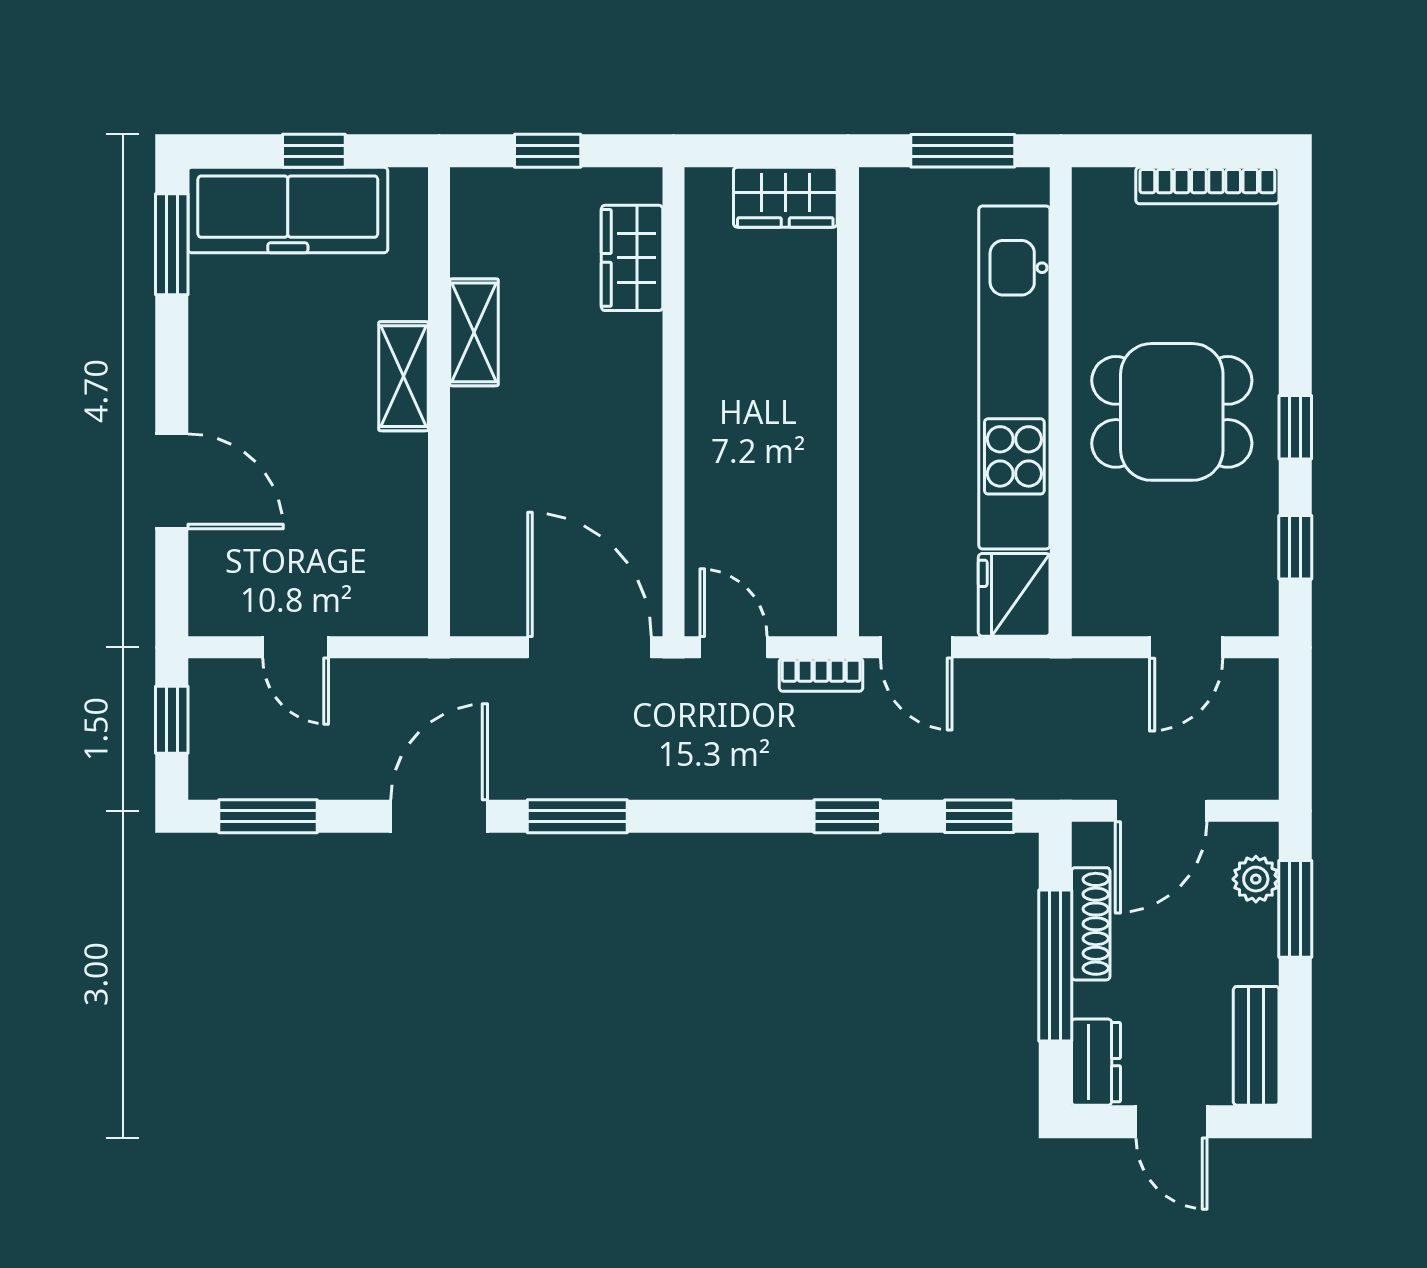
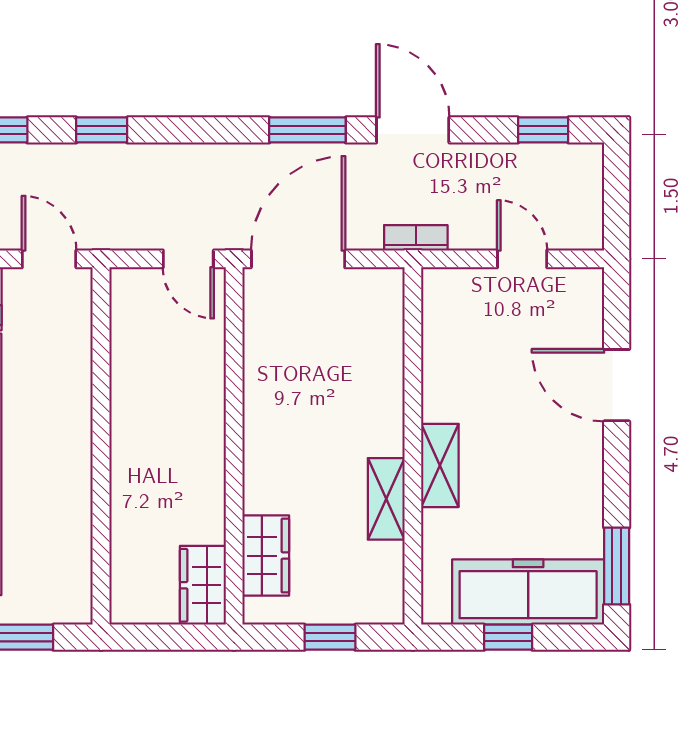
wardrobe: (785, 197) -> (203, 585), moved, turned -90
door: (590, 647) -> (298, 259), swing flipped
bookcase: (821, 675) -> (416, 238), moved
window: (172, 720) -> (617, 204), removed
window: (268, 816) -> (543, 130), width x0.67
door: (439, 816) -> (413, 130), swing flipped

